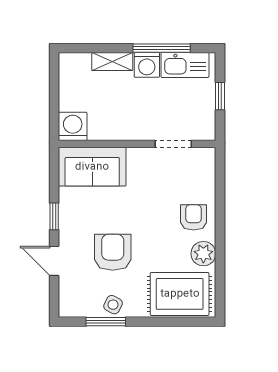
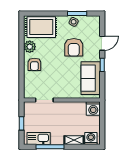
washing machine: (147, 65) -> (91, 138), moved
sofa: (92, 167) -> (91, 78), moved, turned -90
door: (54, 261) -> (102, 43), hinge flipped

